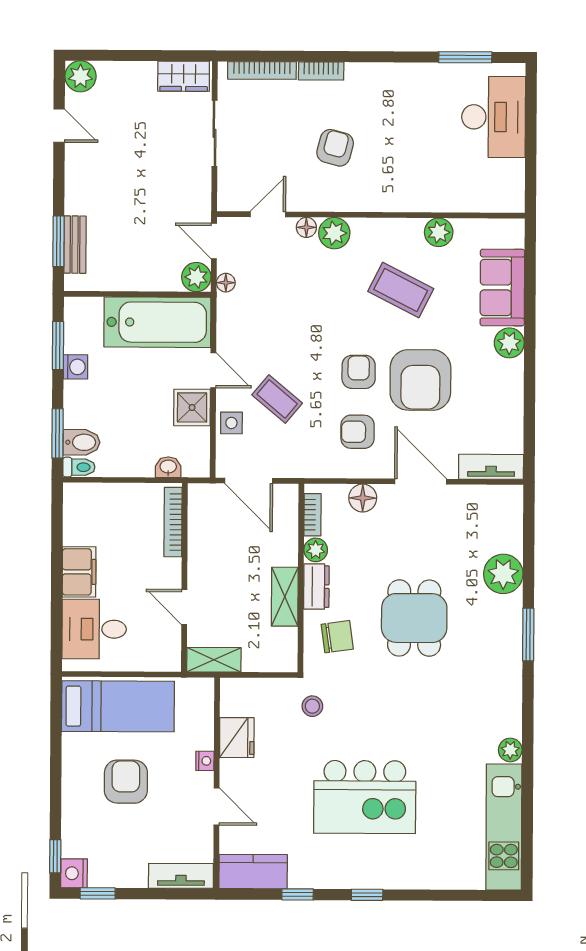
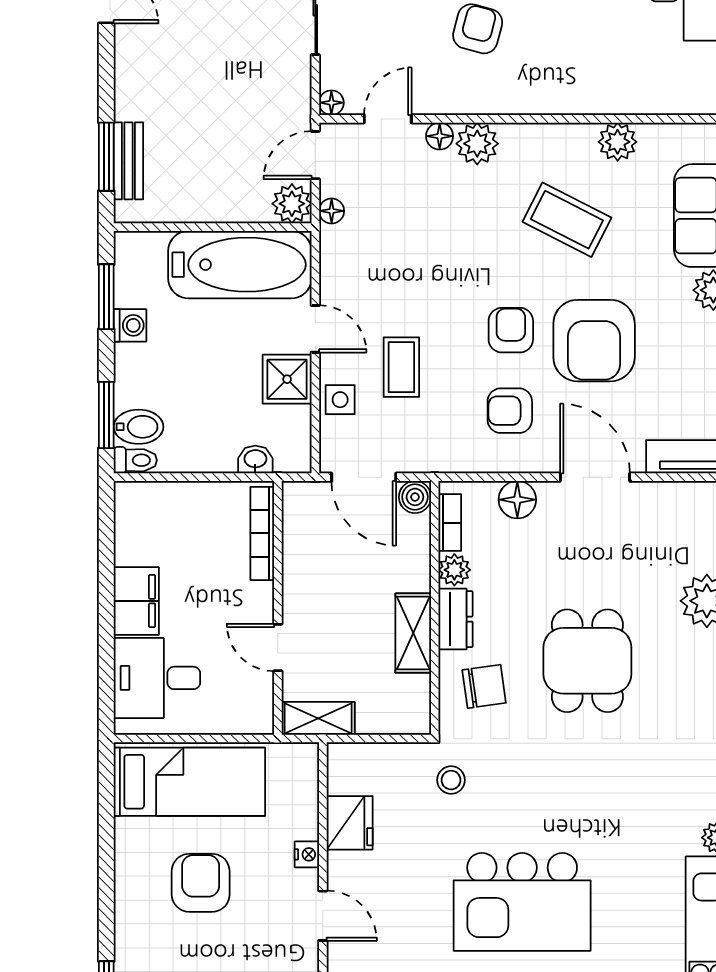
floor lamp: (226, 202) -> (331, 103), added
door: (214, 241) -> (315, 155), hinge flipped
coffee table: (277, 399) -> (401, 367), turned 50
boiler: (287, 496) -> (415, 497), added

